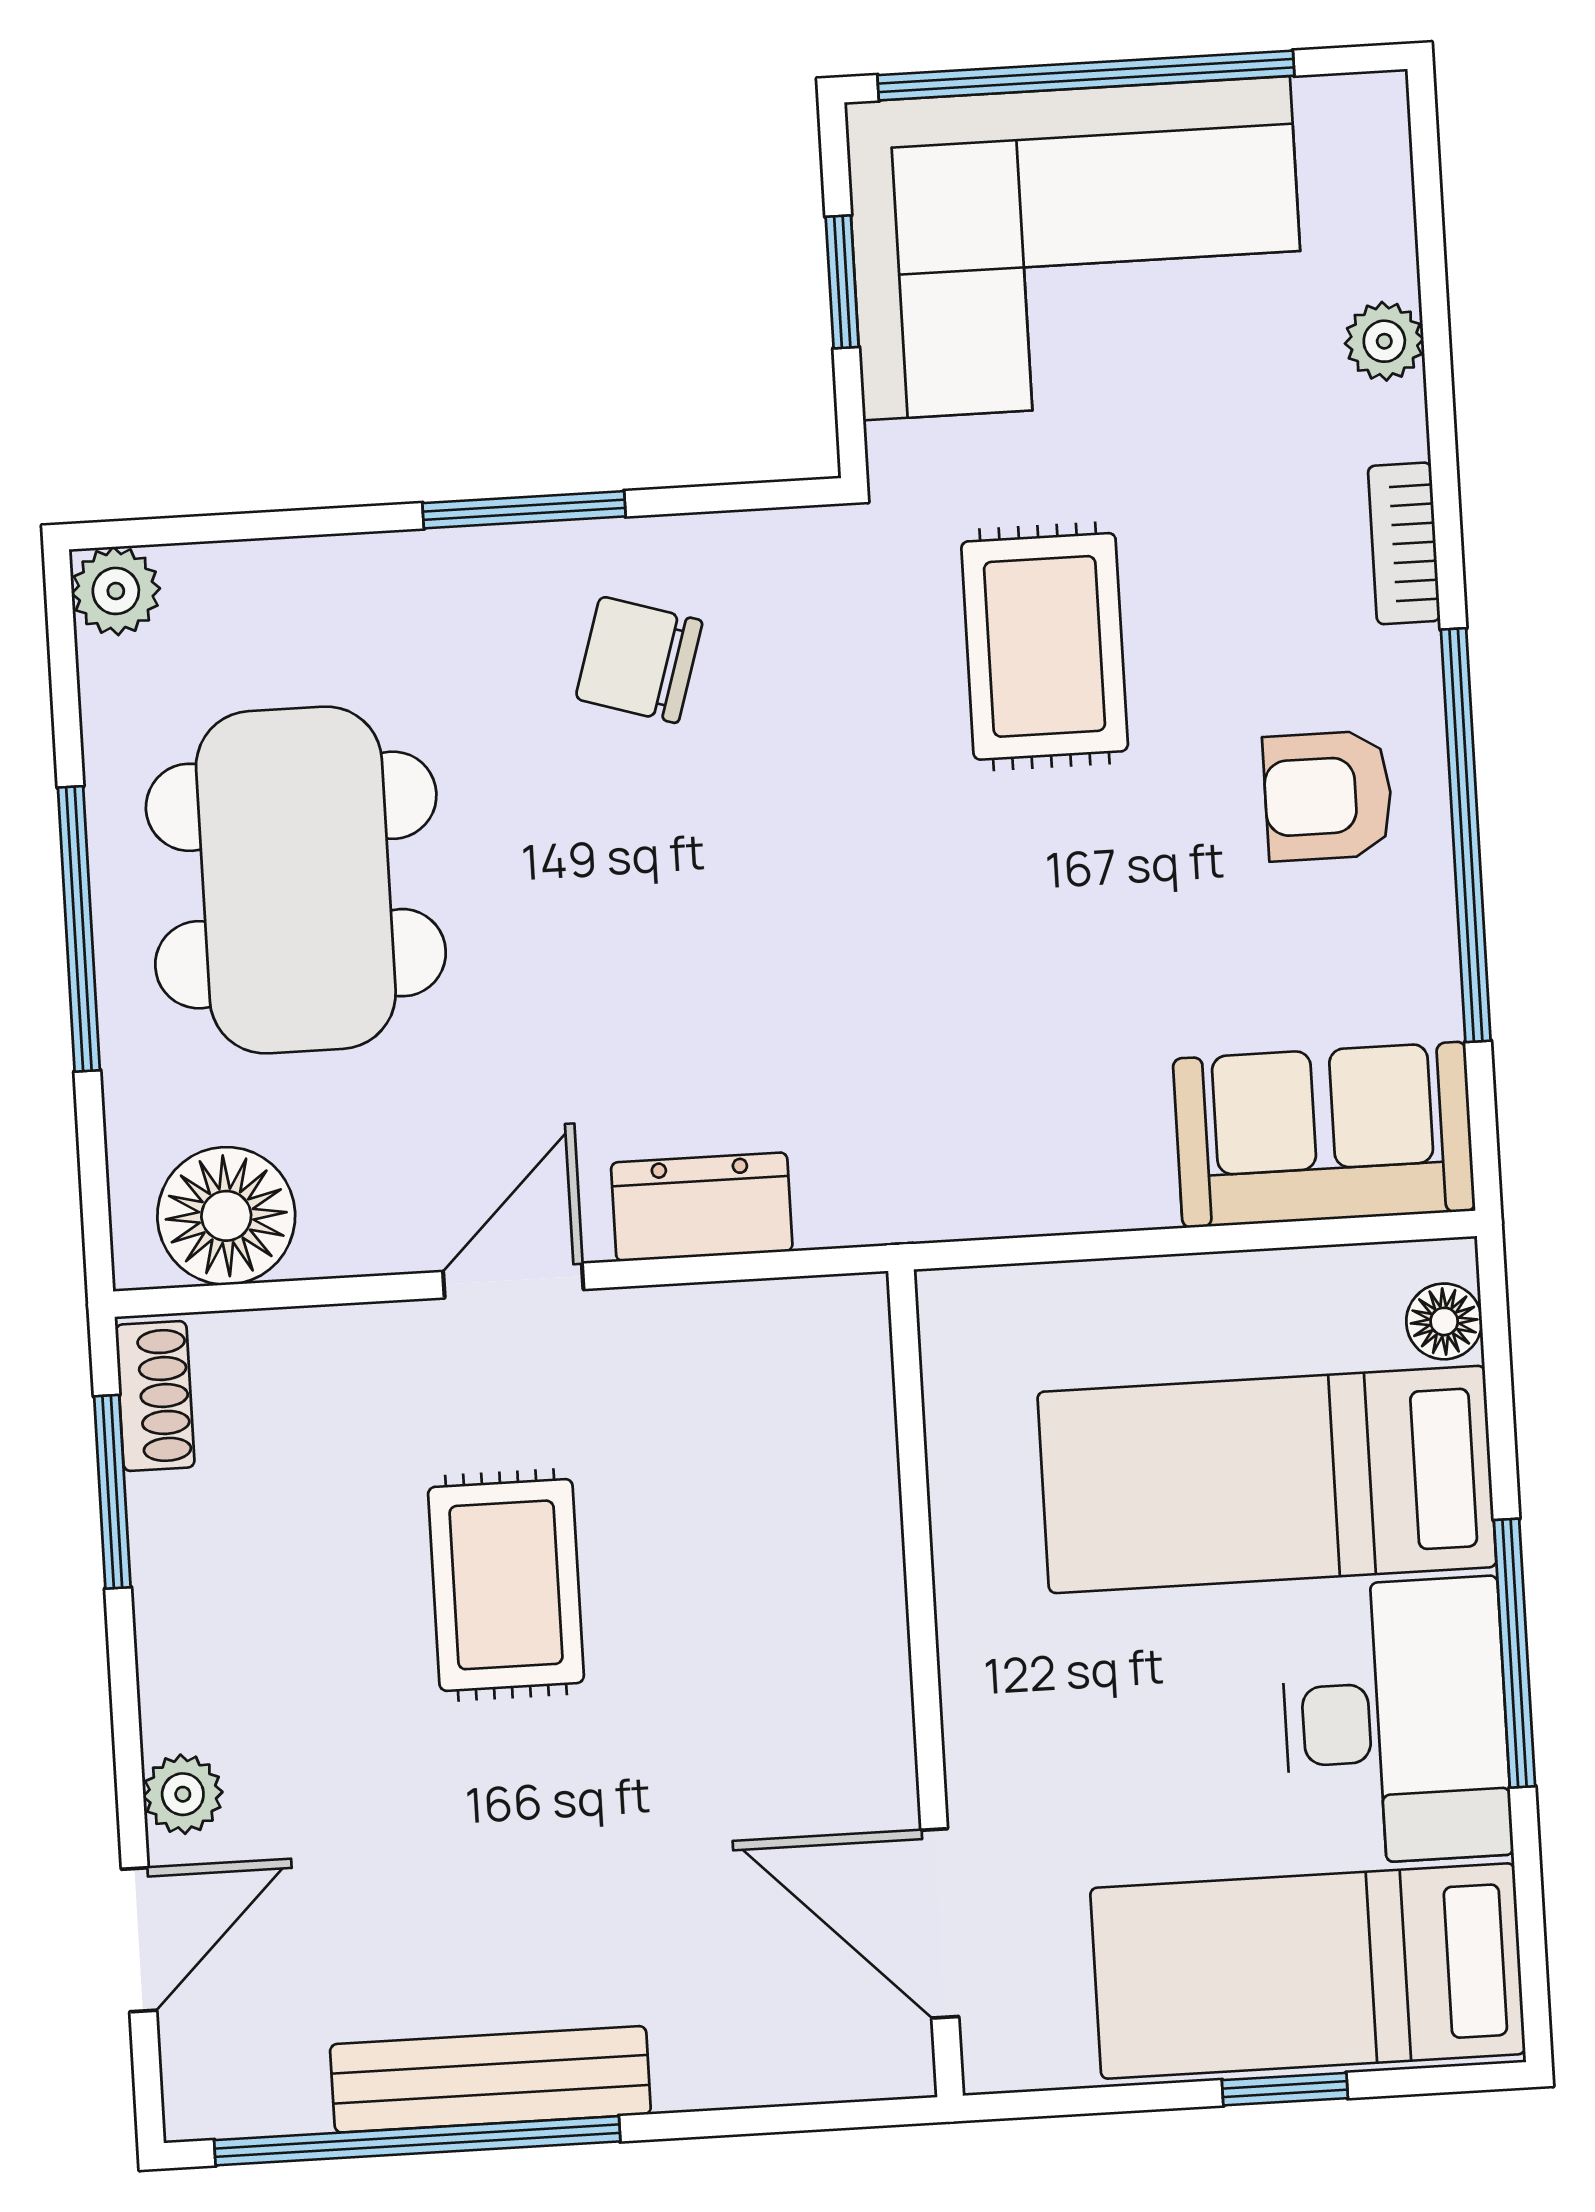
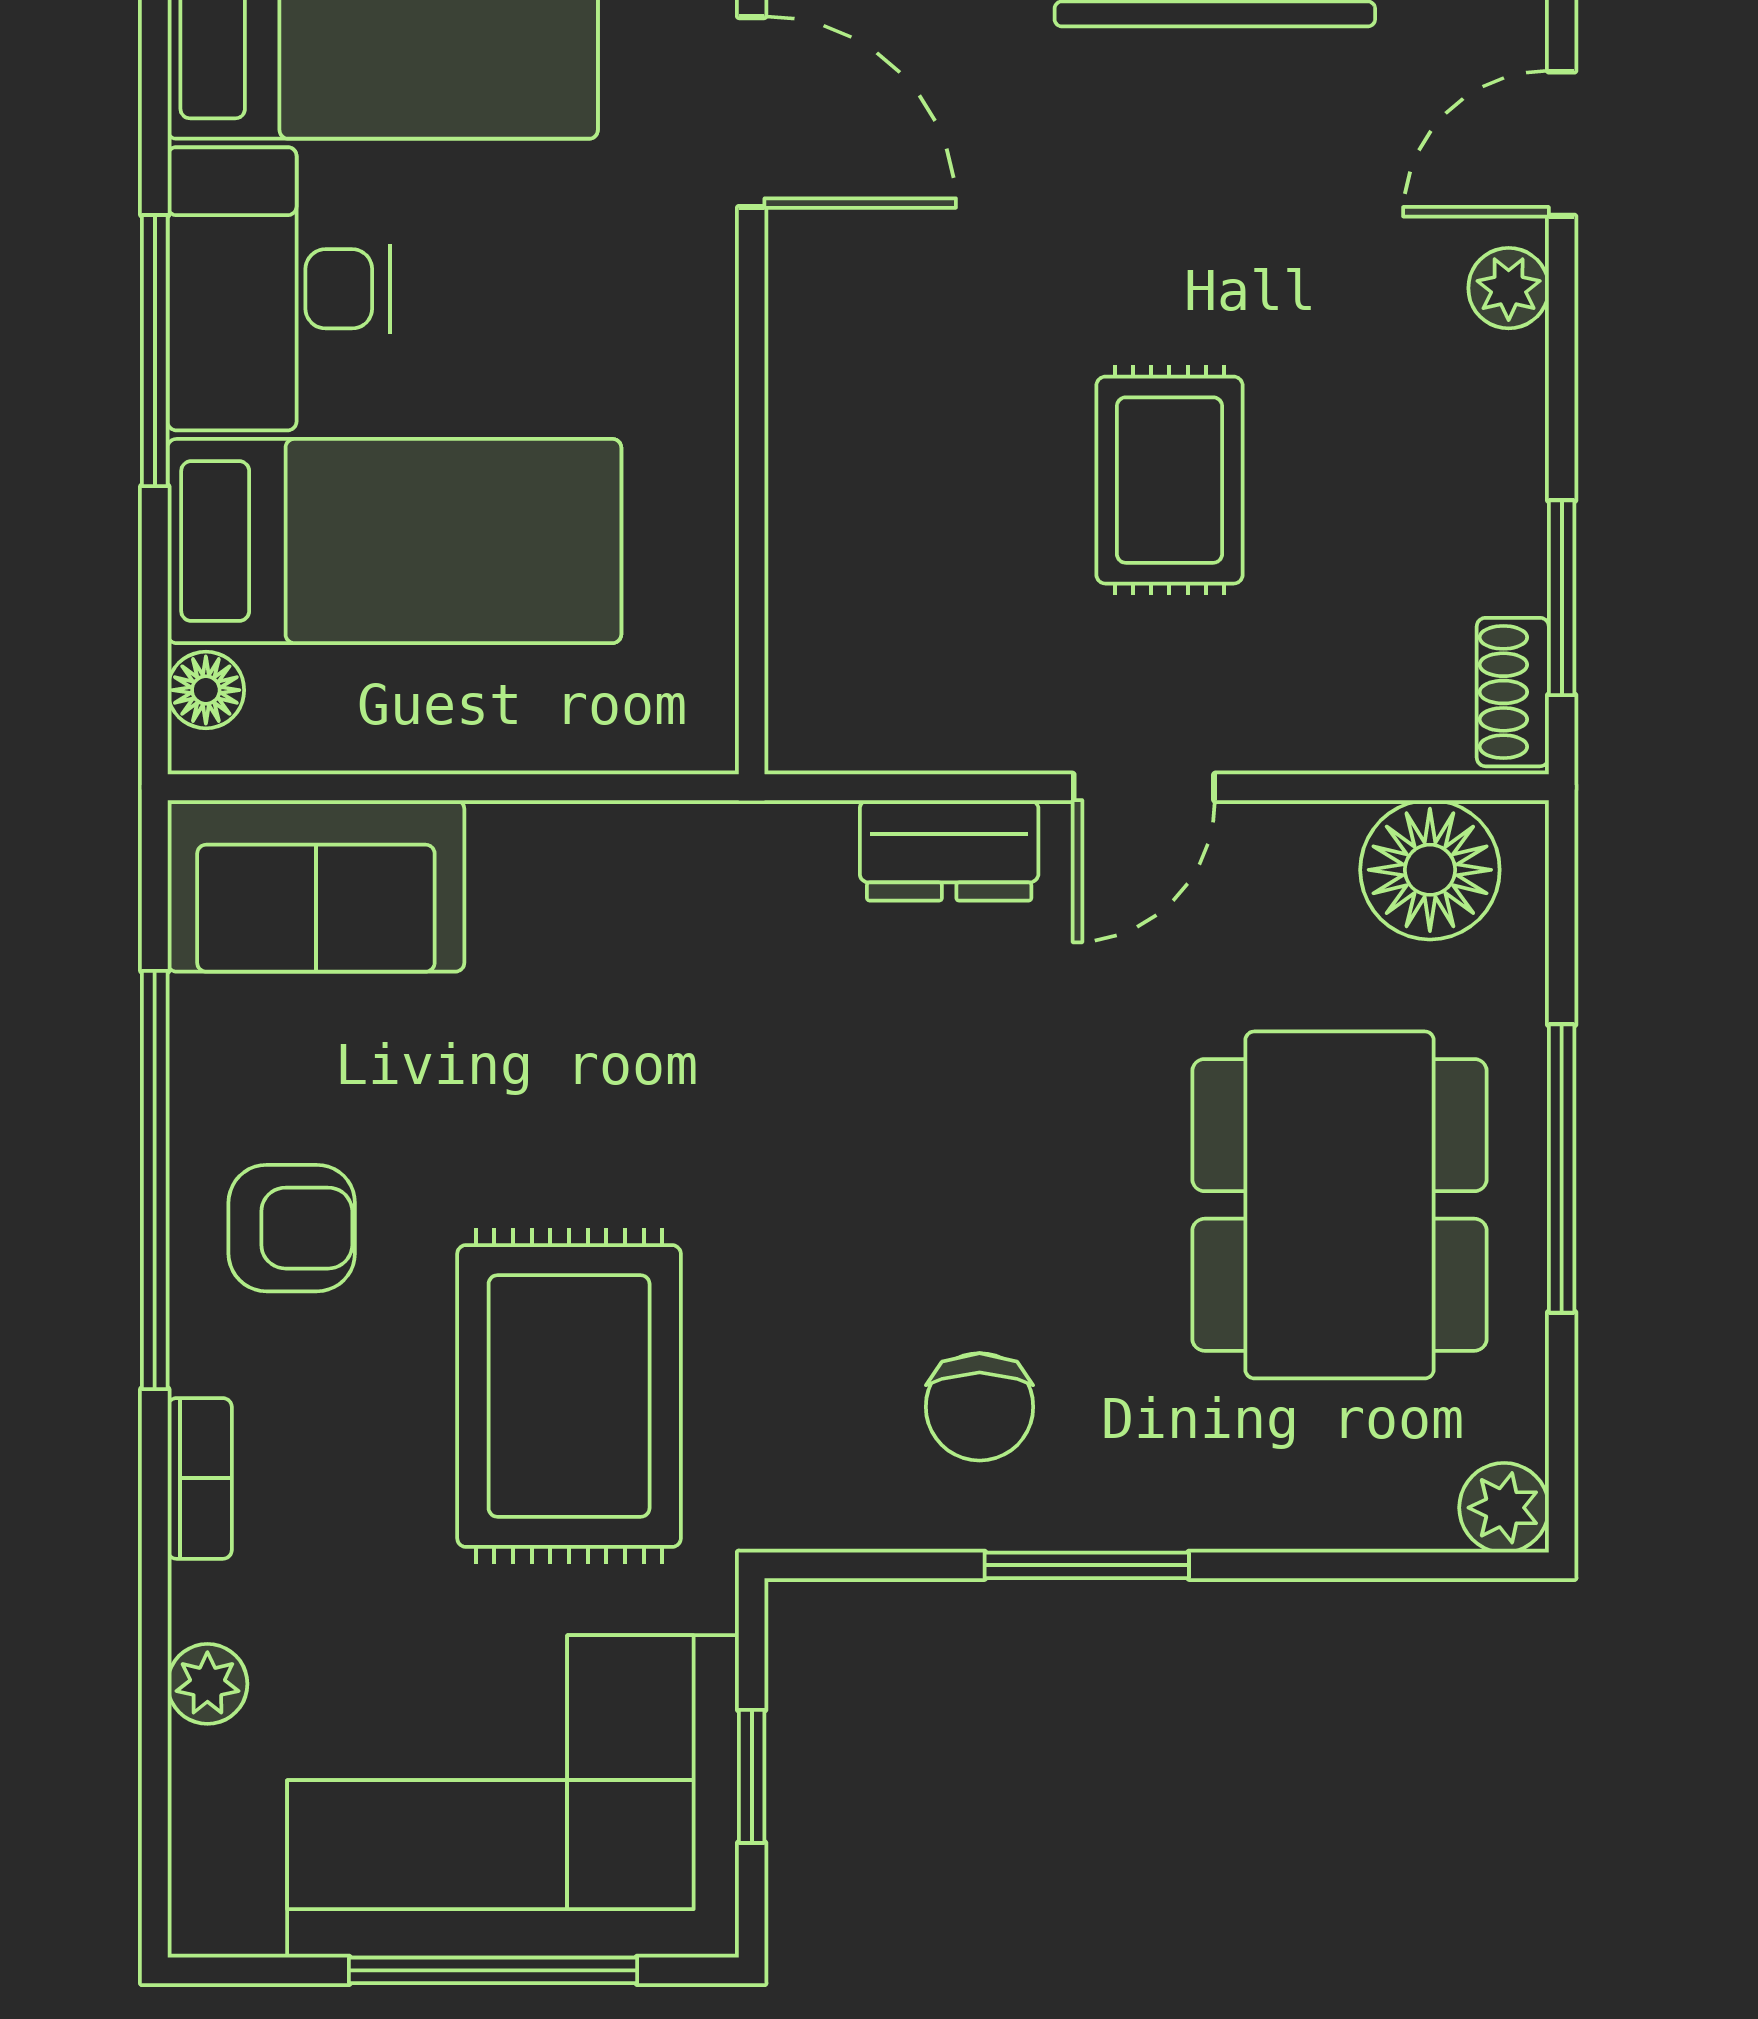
window: (1086, 75) -> (493, 1970), width x0.68
rug: (1045, 646) -> (569, 1396), width x1.36, depth x1.43
chair: (639, 660) -> (980, 1407), turned 73

